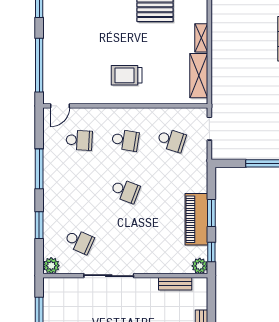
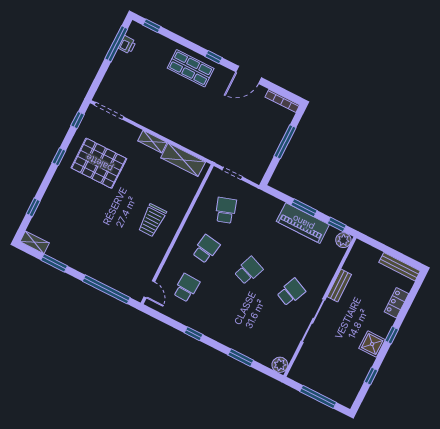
school desk: (171, 140) -> (226, 210), turned -36
window: (39, 169) -> (193, 334), width x0.46
school desk: (79, 241) -> (291, 292), moved
bench: (175, 284) -> (339, 286), moved

